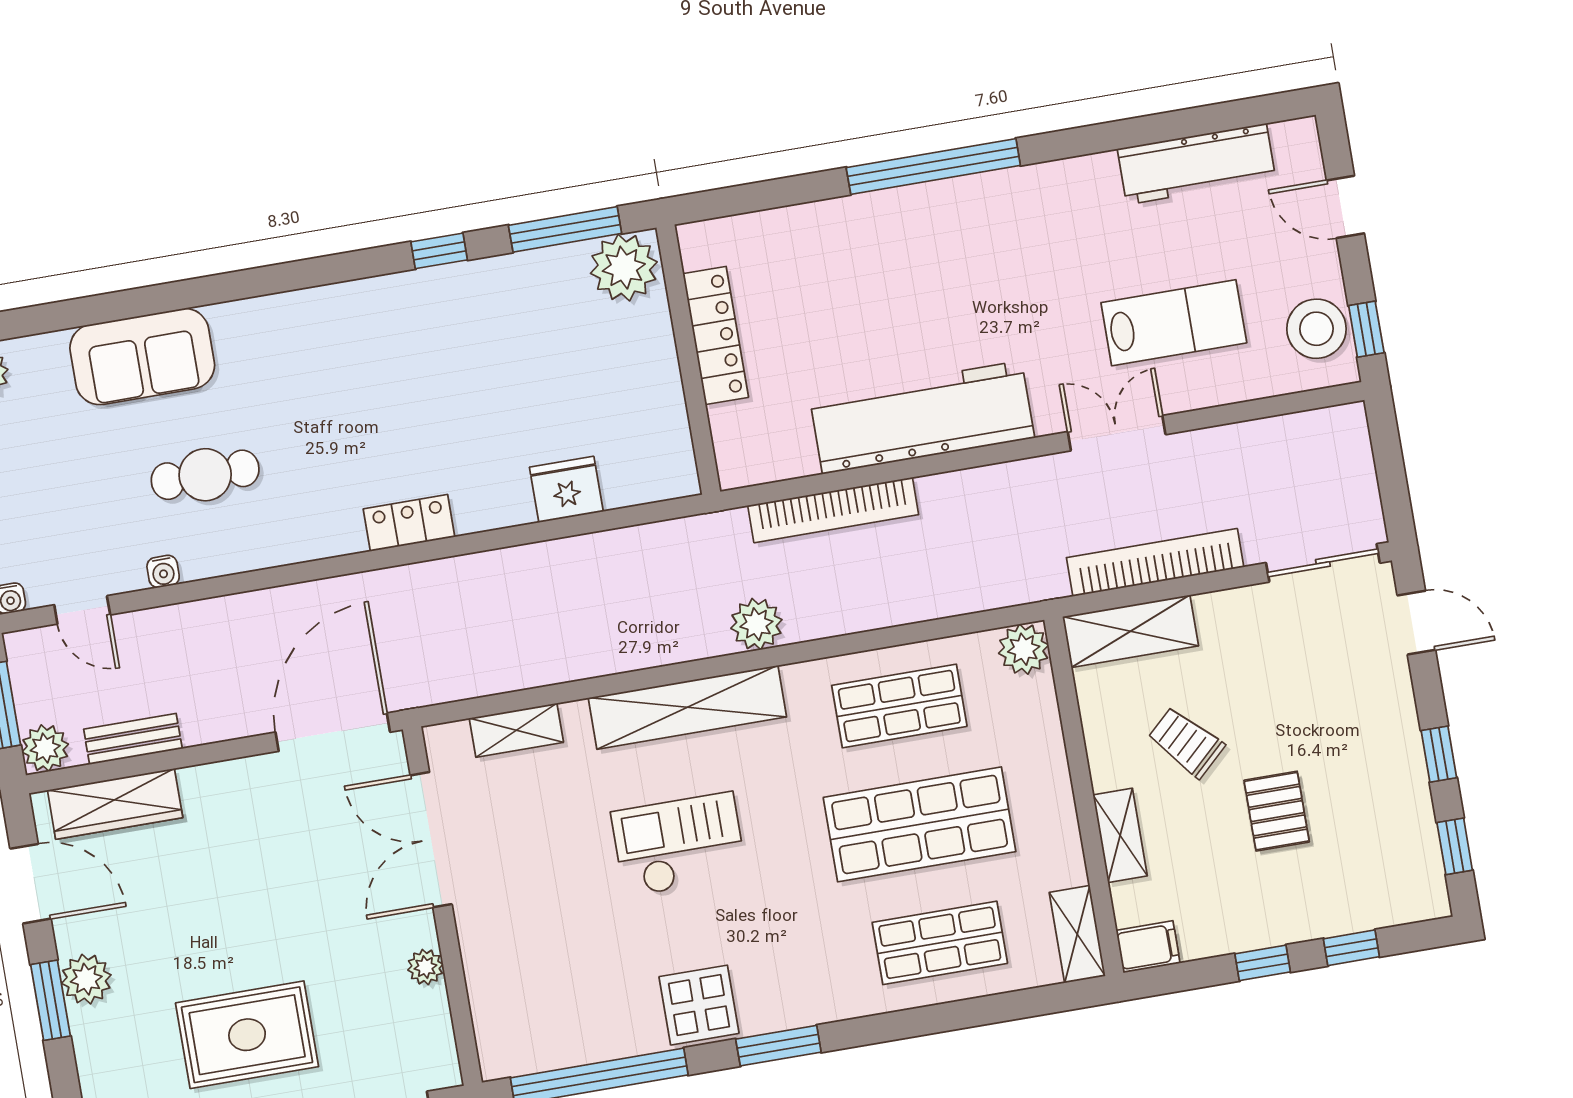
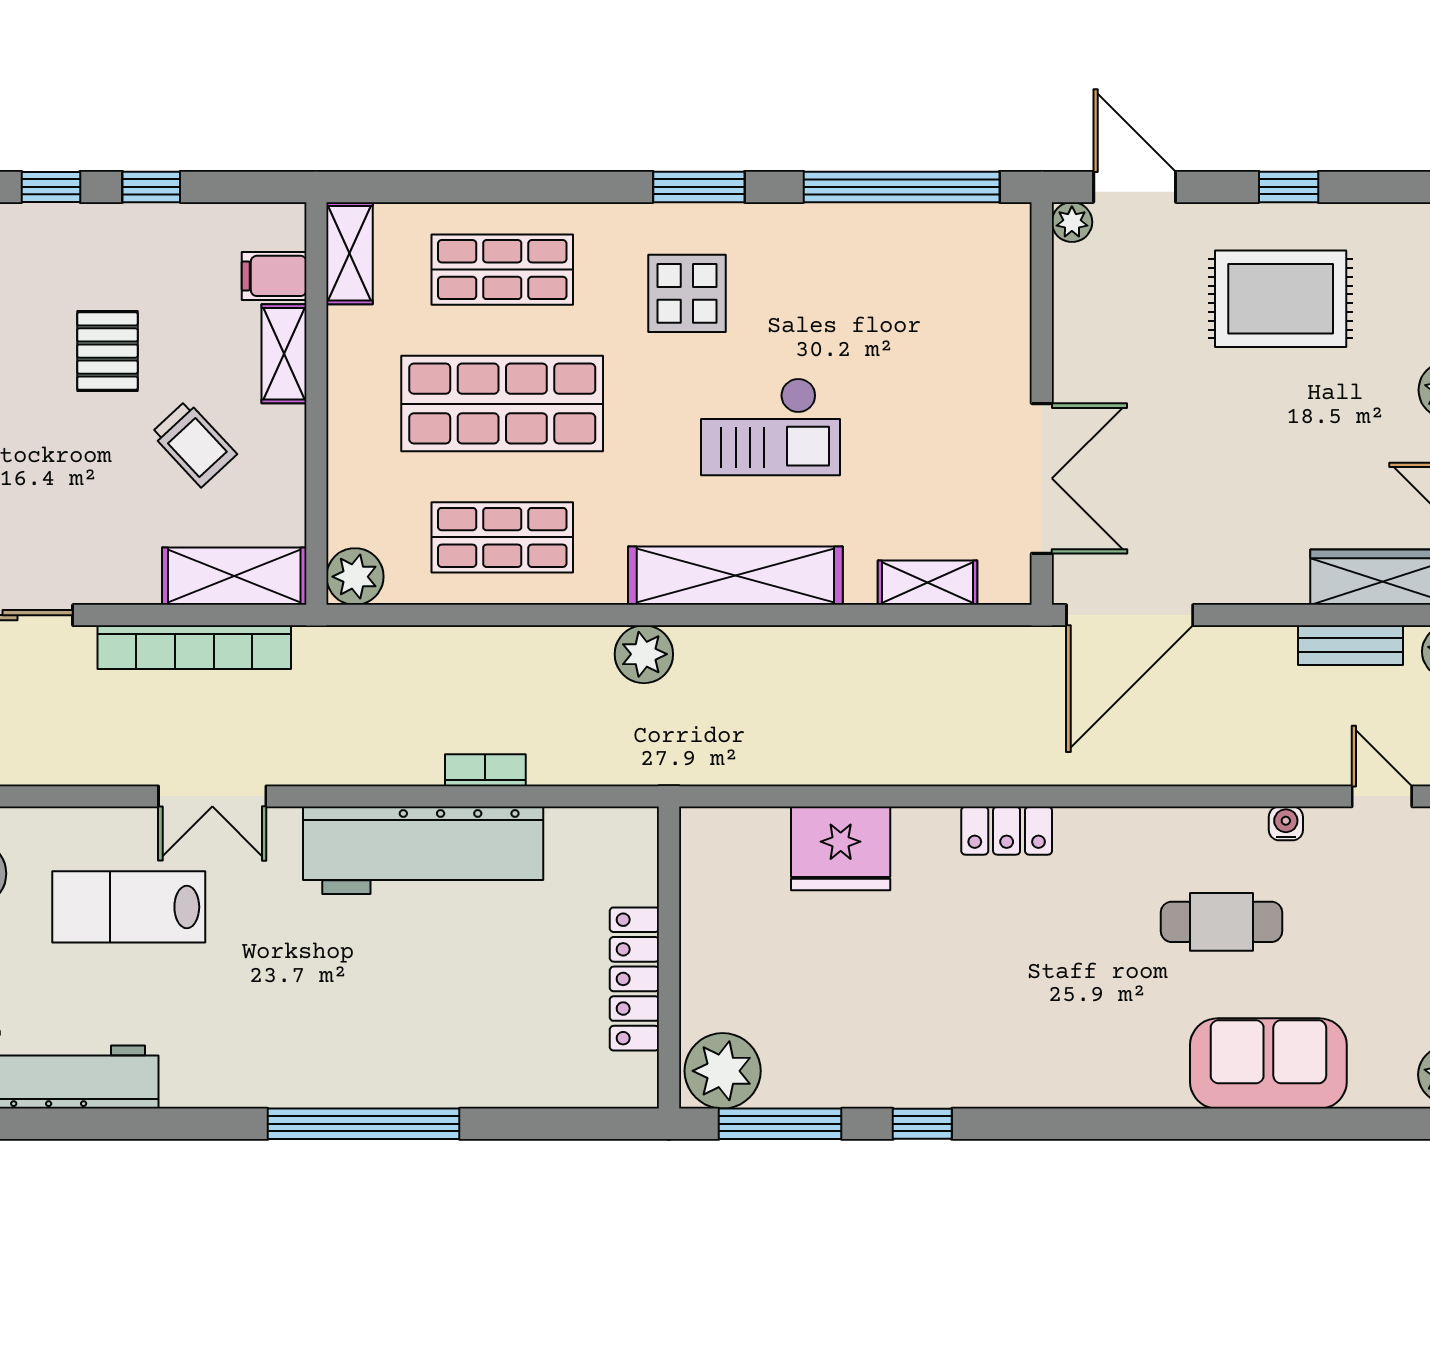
fridge: (566, 489) -> (841, 848), width x1.36, depth x1.34
bookcase: (833, 510) -> (485, 770), width x0.43, depth x0.76
filing cabinet: (1148, 947) -> (274, 276), moved
plant: (425, 967) -> (1072, 222), moved
display table: (699, 1005) -> (687, 293), moved

